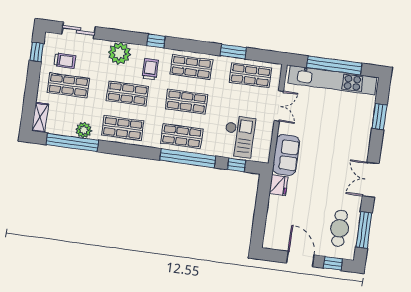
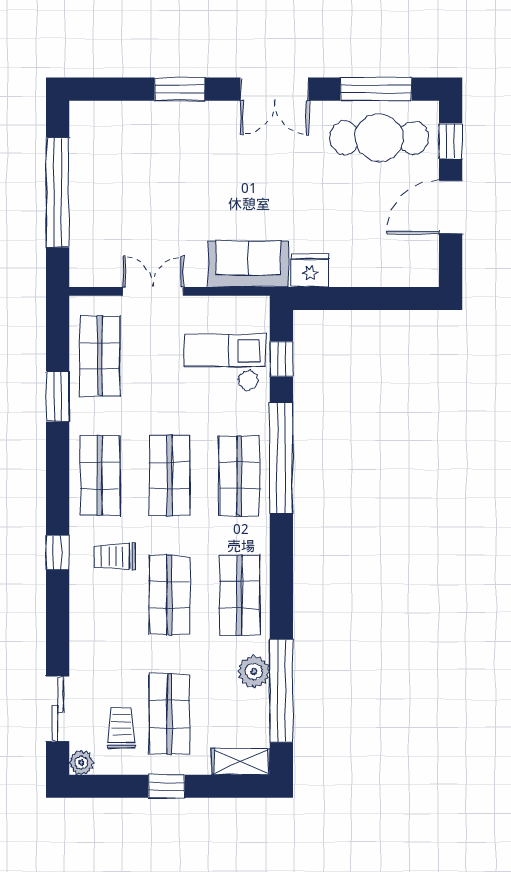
window: (37, 52) -> (167, 786), moved
plant: (120, 53) -> (81, 763), moved, width x0.53, depth x0.53
kitchen unit: (332, 80) -> (87, 192), removed
window: (379, 116) -> (180, 89), moved
cafe table: (340, 228) -> (379, 138), width x1.37, depth x1.35

